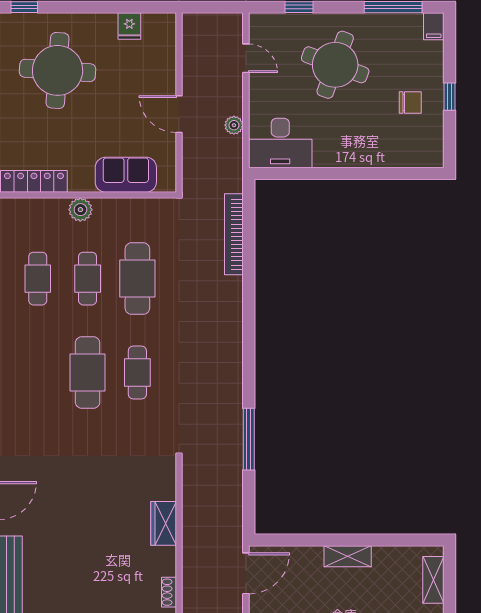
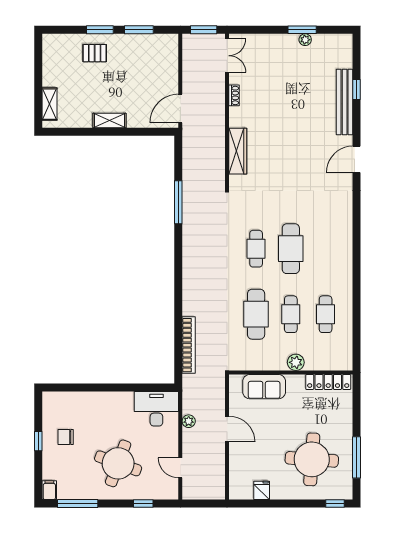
wardrobe: (164, 523) -> (238, 151), width x1.50

